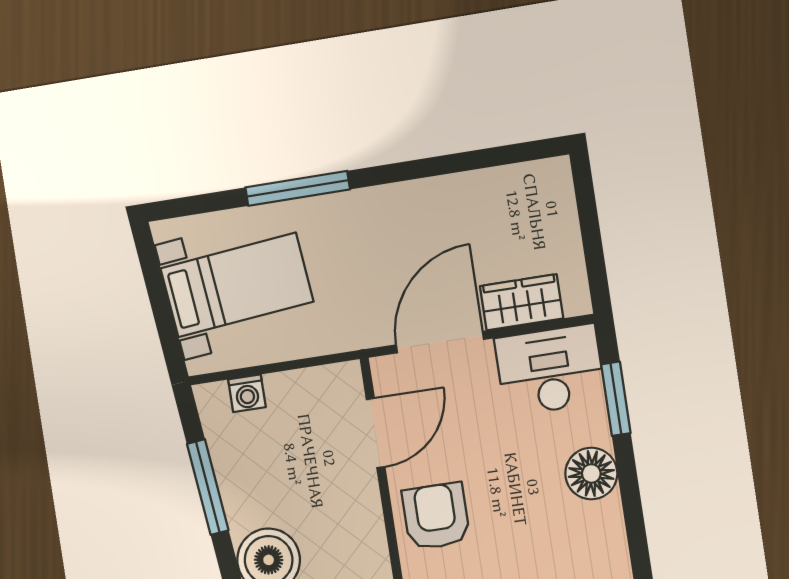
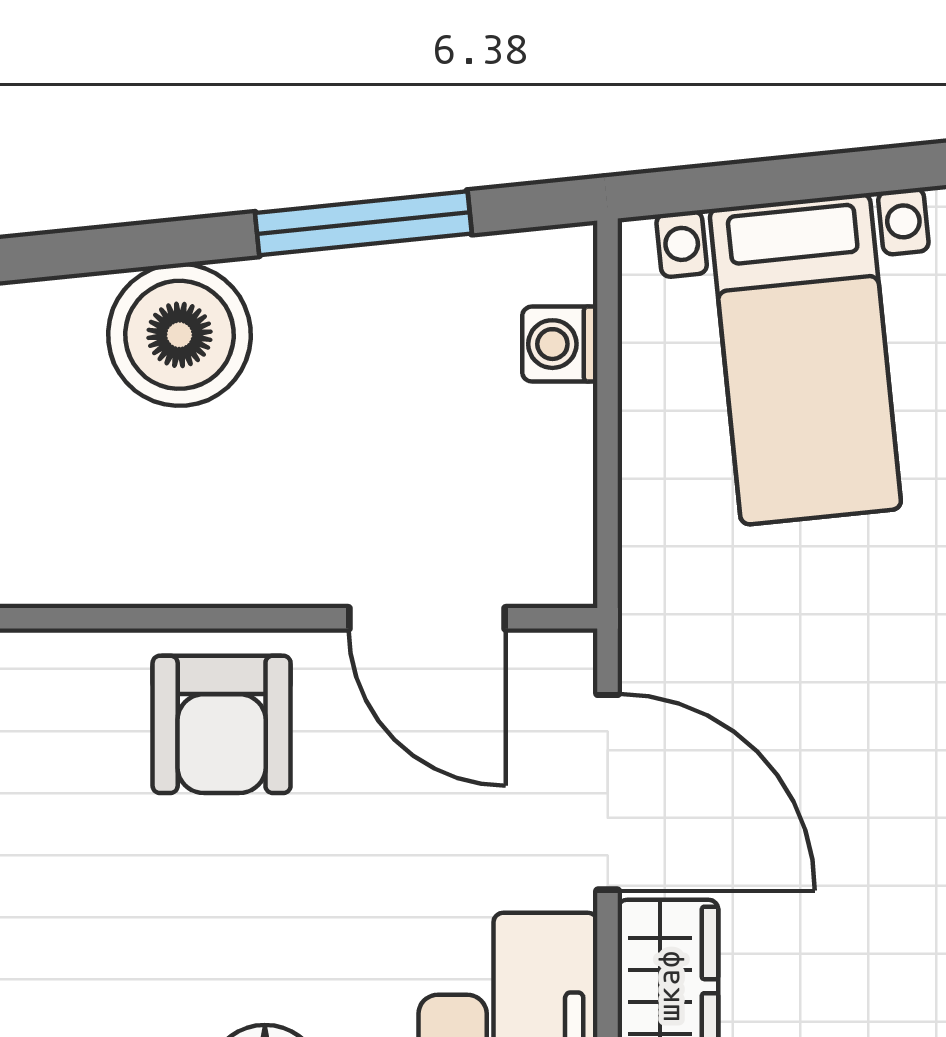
armchair: (436, 516) -> (222, 724), turned 90

